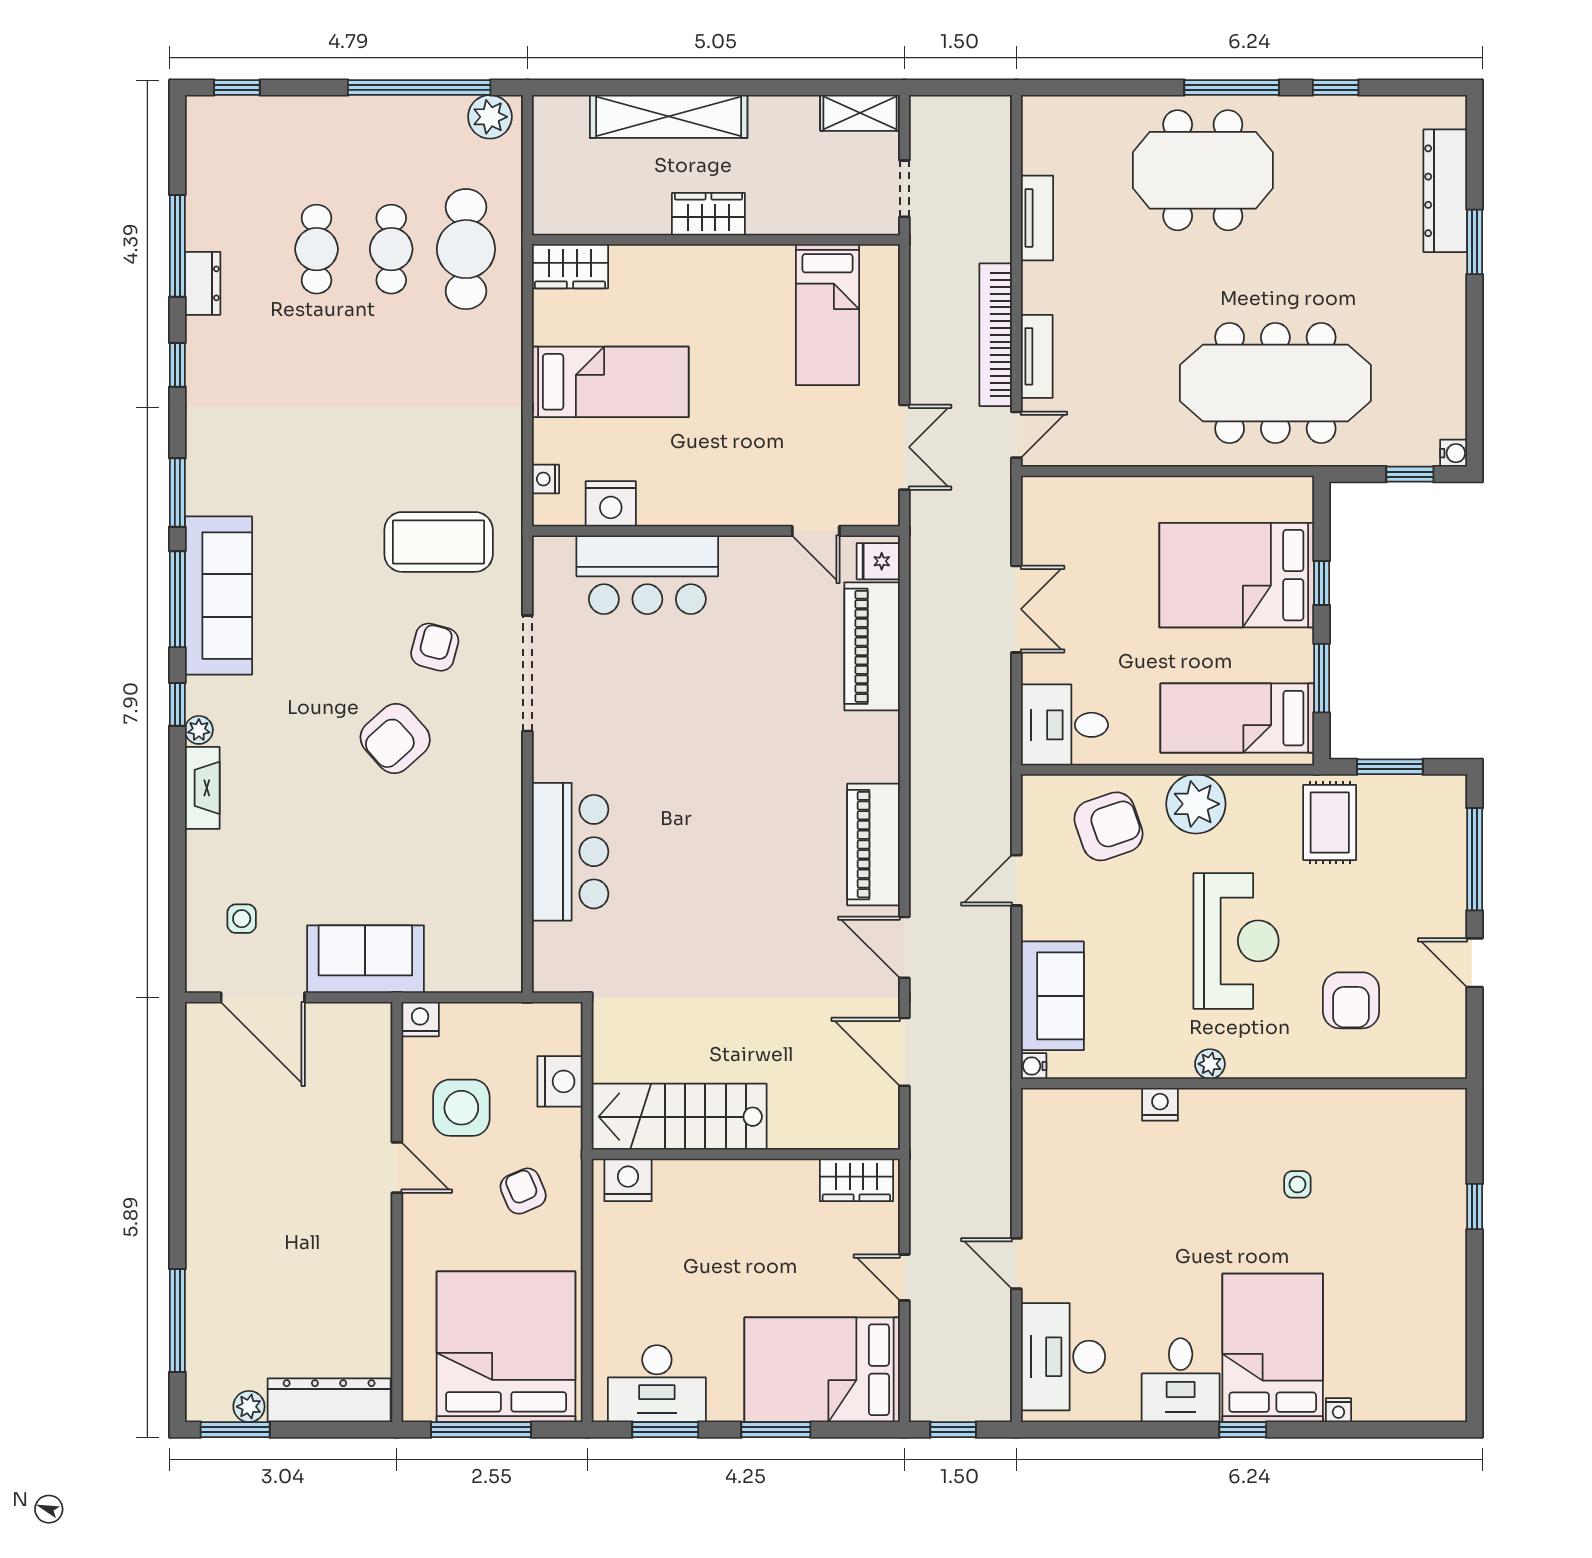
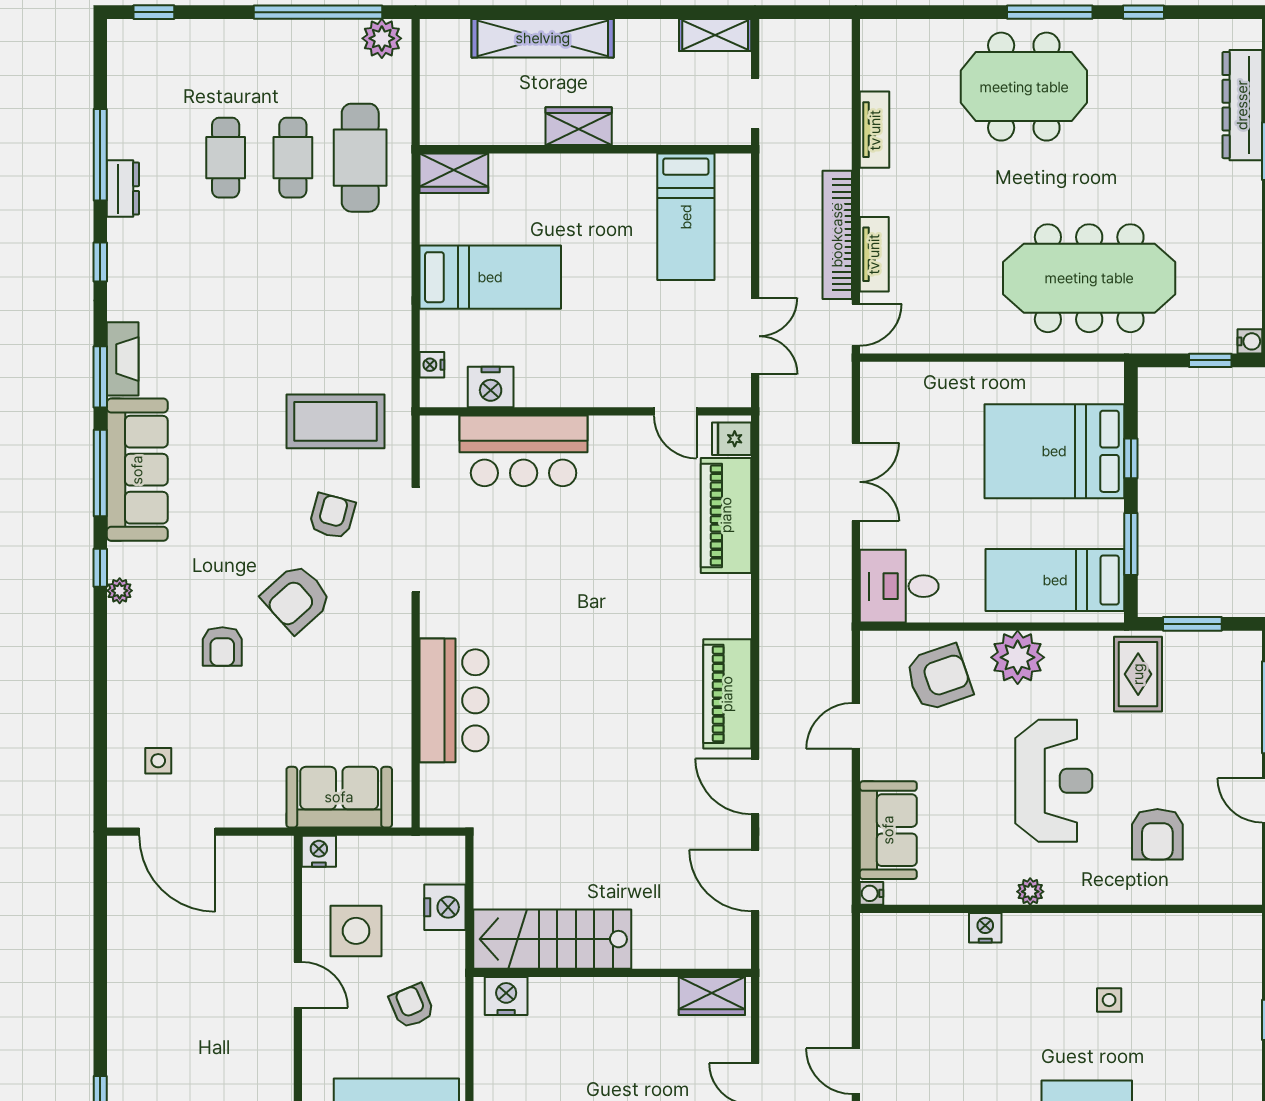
fireplace: (202, 788) -> (123, 359), moved
armchair: (313, 792) -> (222, 647), added
sofa: (365, 959) -> (339, 797), moved

